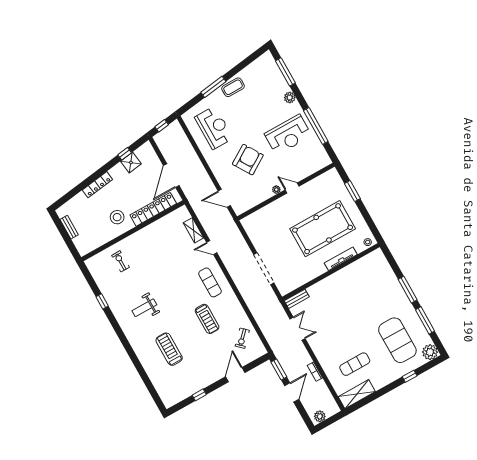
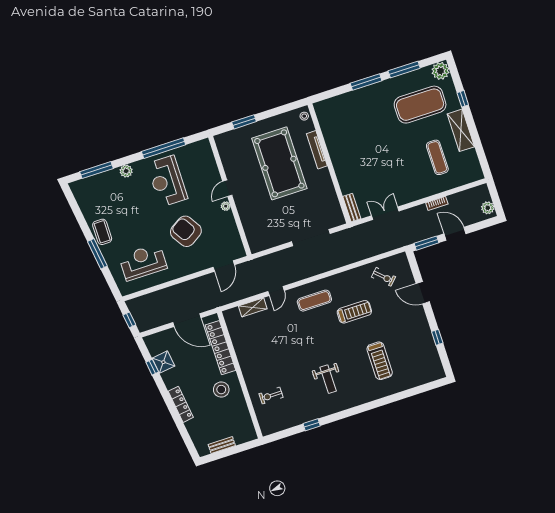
reception desk: (288, 135) -> (167, 181), turned 180
treadmill: (169, 349) -> (380, 361), turned -90
shelving: (357, 394) -> (461, 130), moved

